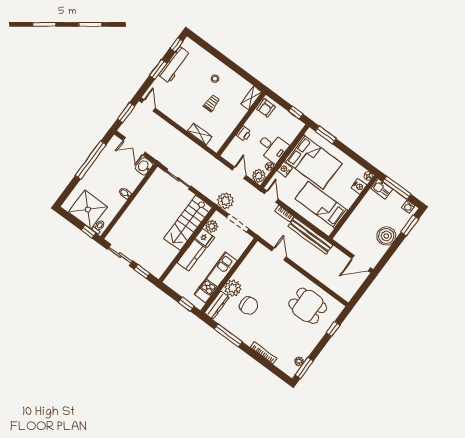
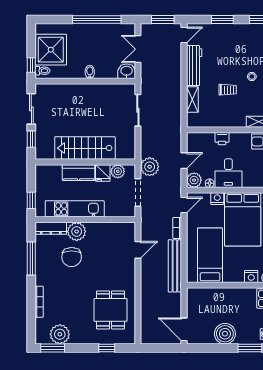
workbench: (174, 65) -> (194, 66), moved, turned -90
stairs: (188, 223) -> (85, 148), moved
plant: (299, 361) -> (60, 334), width x1.87, depth x1.87

